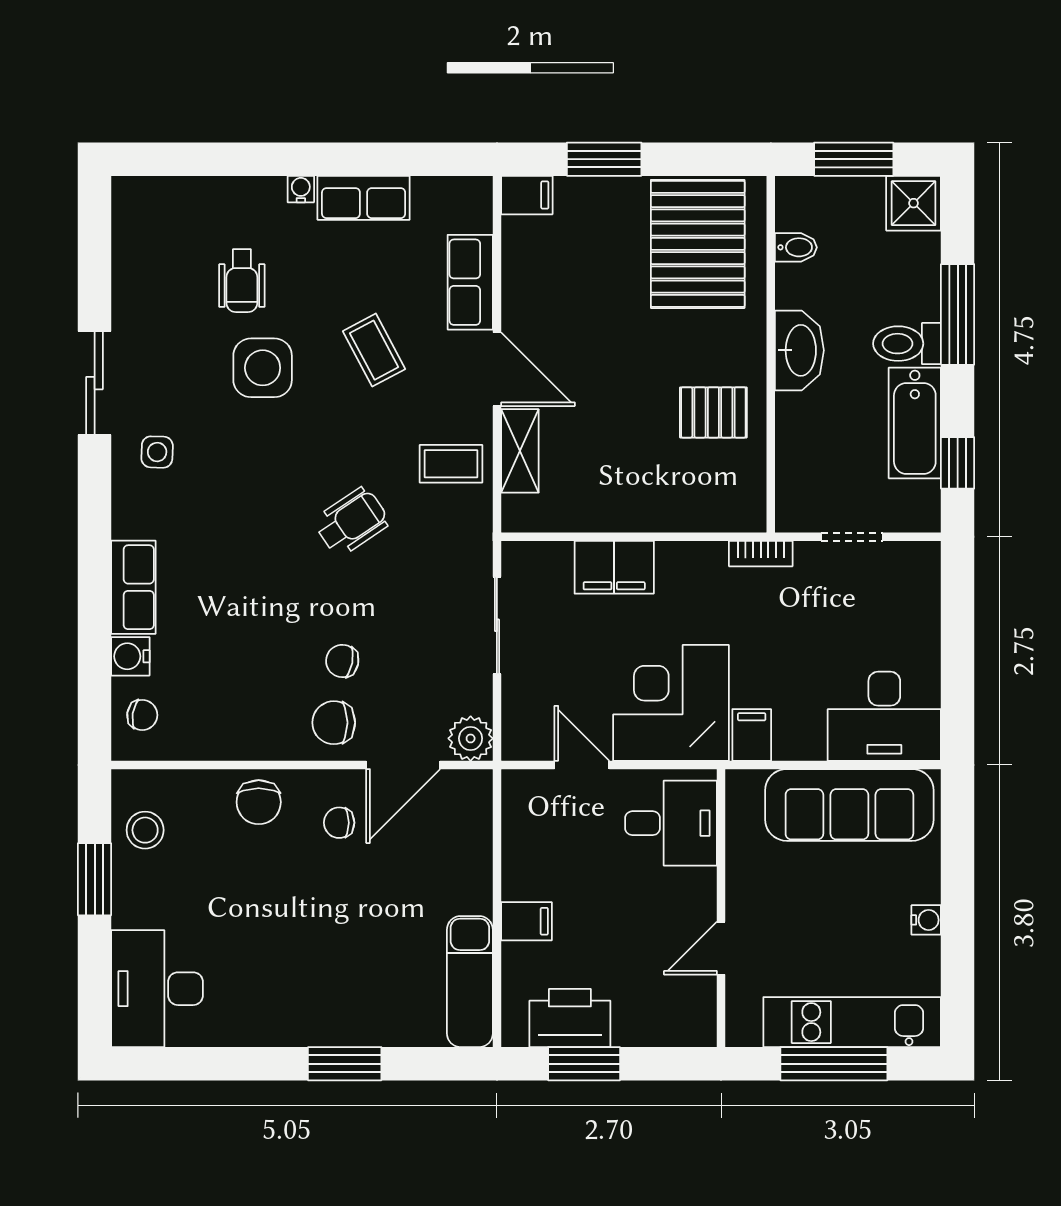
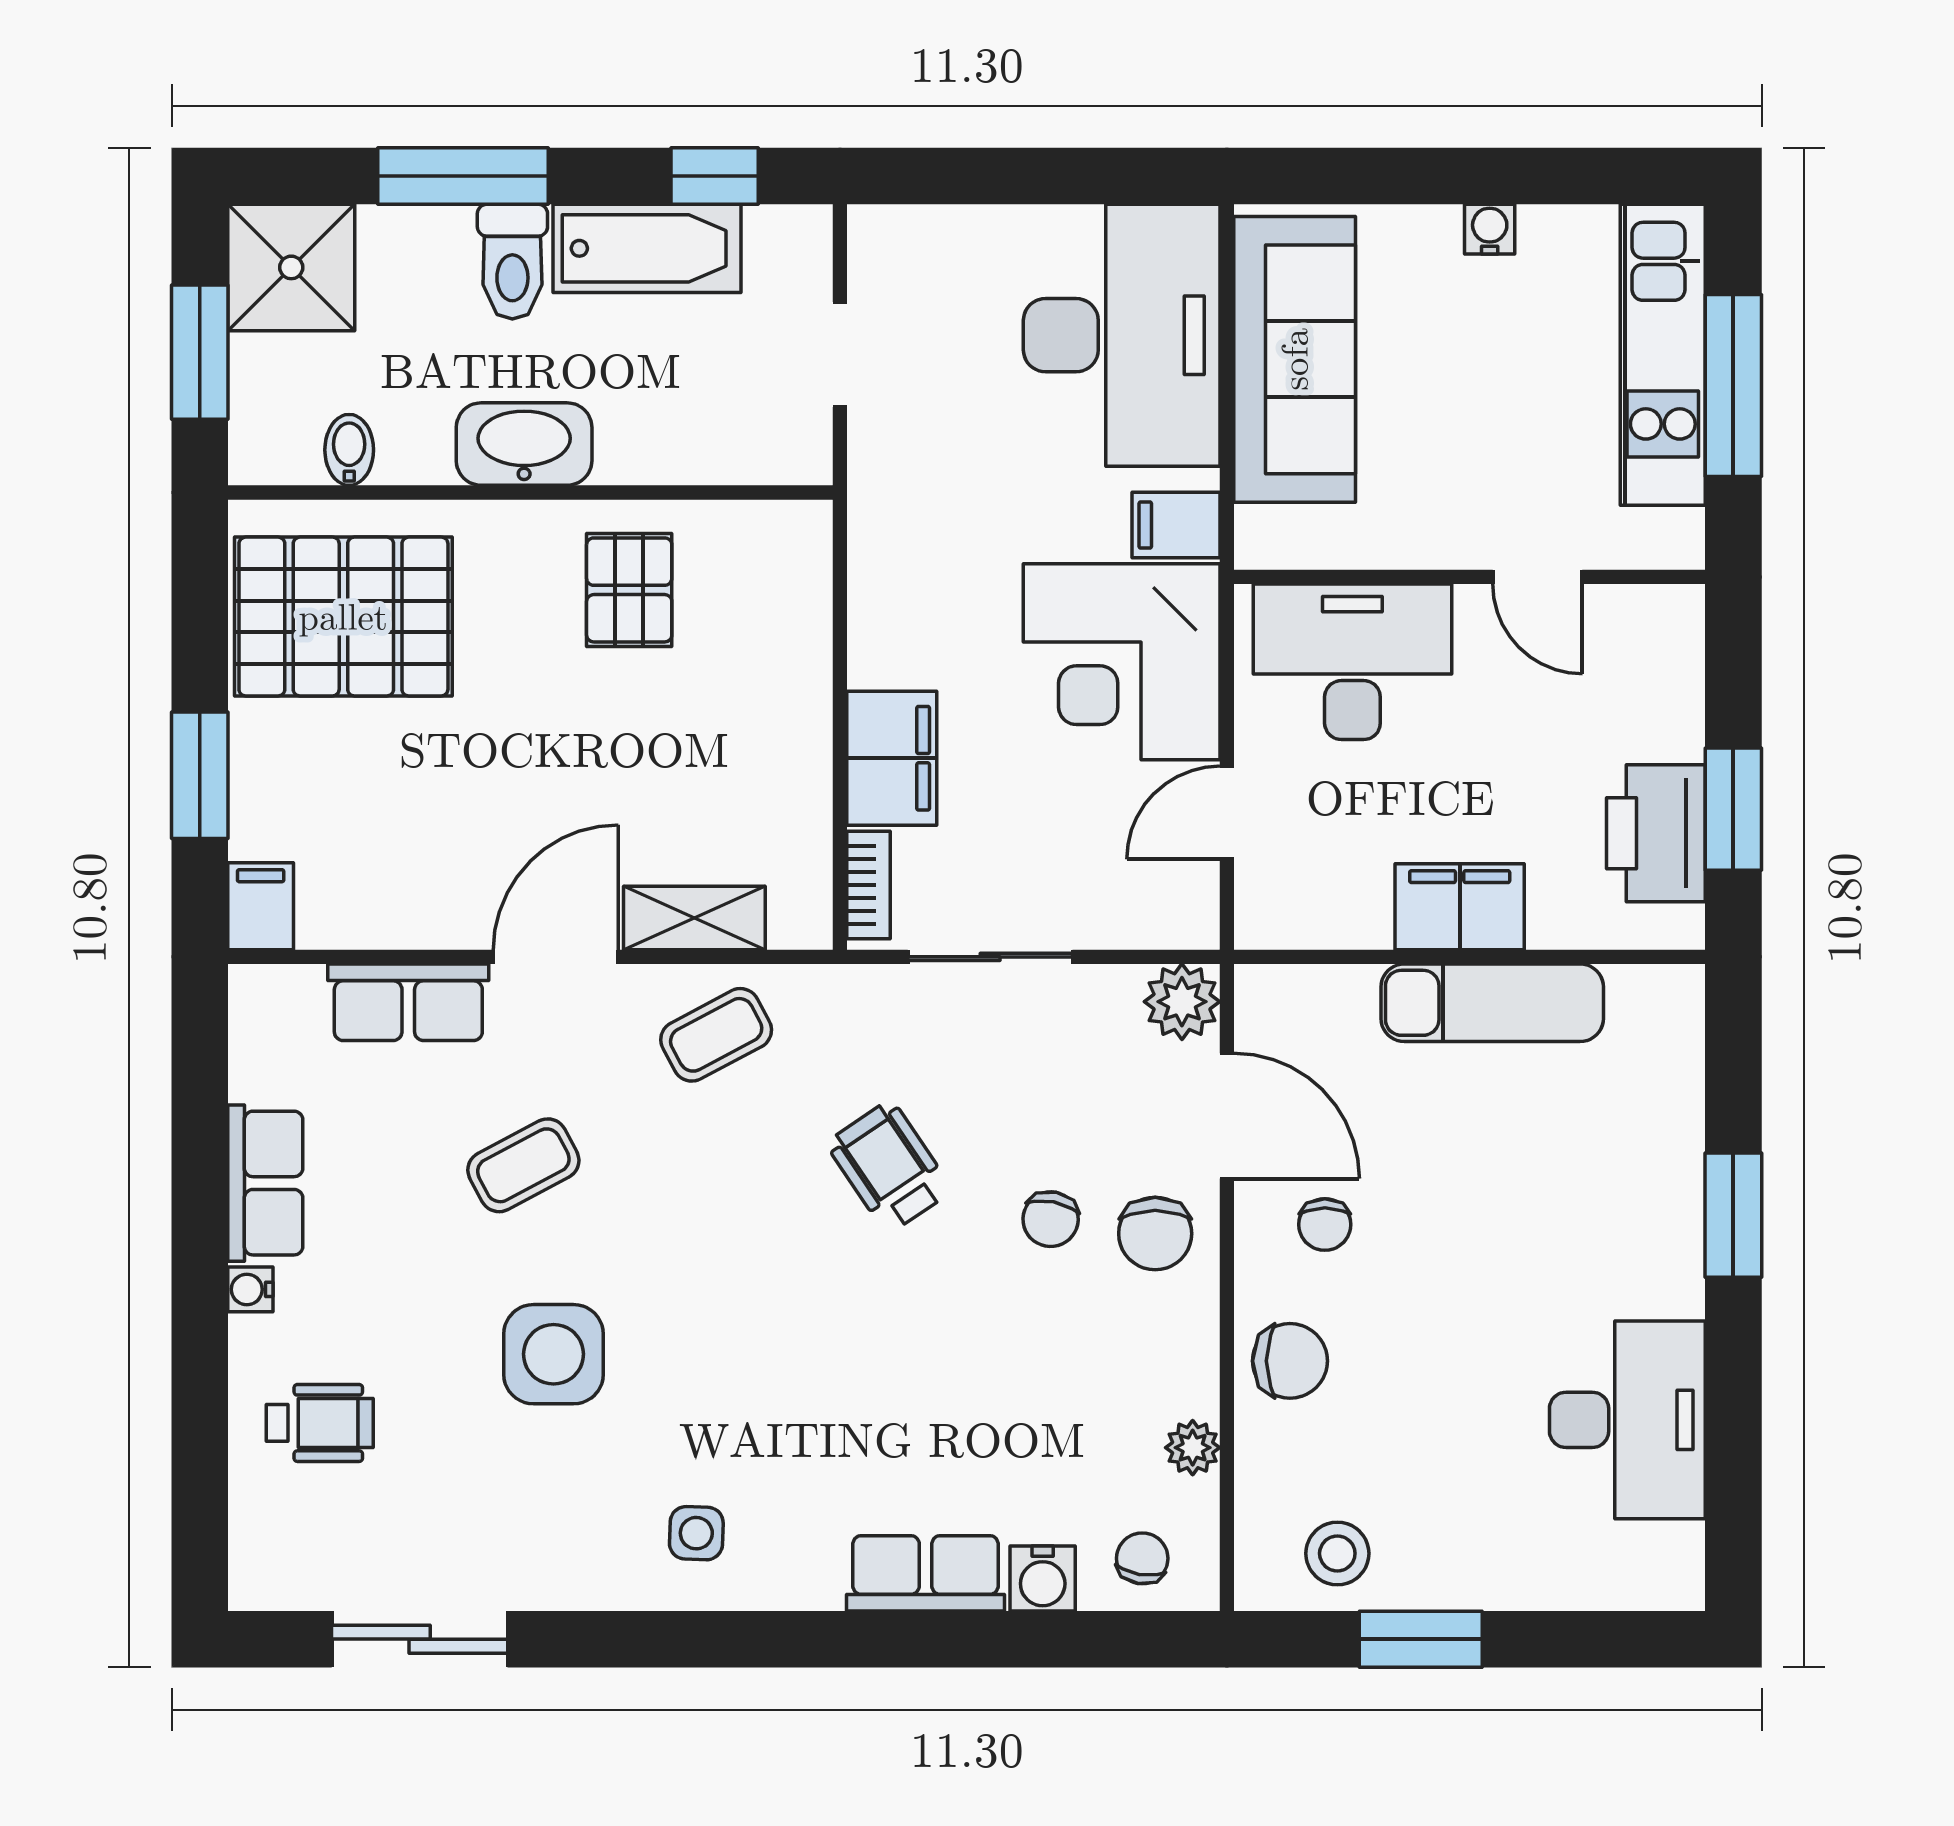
shower: (914, 203) -> (291, 267), width x1.36, depth x1.36
wheelchair: (242, 281) -> (320, 1423), moved
sliding door: (95, 383) -> (420, 1639), moved
coffee table: (451, 464) -> (716, 1035), turned 62
wheelchair: (352, 522) -> (889, 1167), moved
bookcase: (761, 554) -> (869, 885), moved
desk: (884, 716) -> (1122, 335), width x1.36, depth x1.30
plant: (208, 745) -> (1193, 1448), added
desk: (671, 823) -> (1352, 662), width x1.37
filing cabinet: (527, 921) -> (1460, 907), width x2.00
exam couch: (470, 982) -> (1492, 1003), moved
desk: (157, 989) -> (1627, 1420), moved, turned -90

